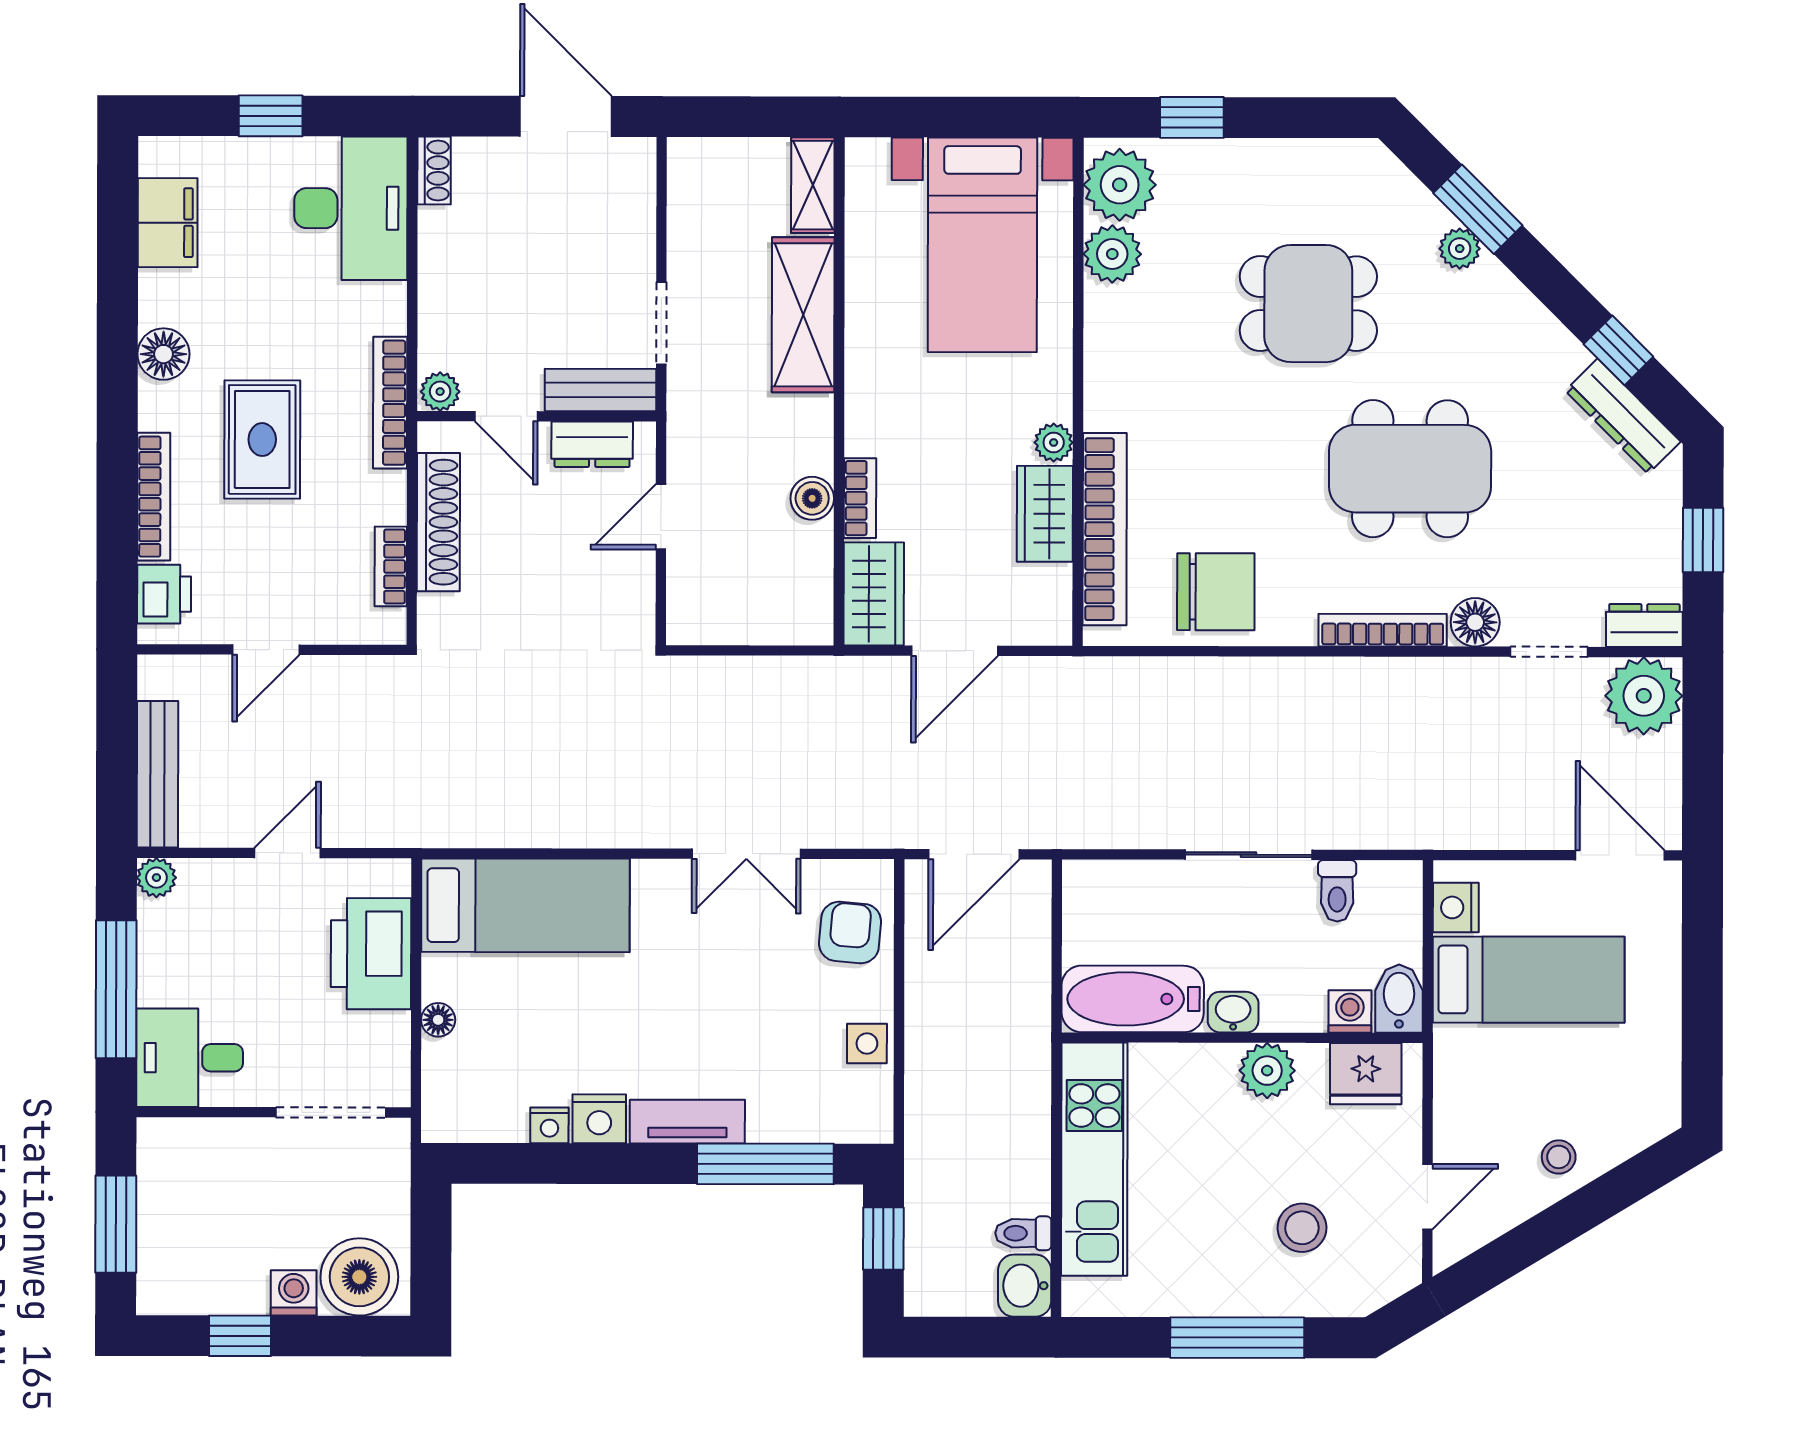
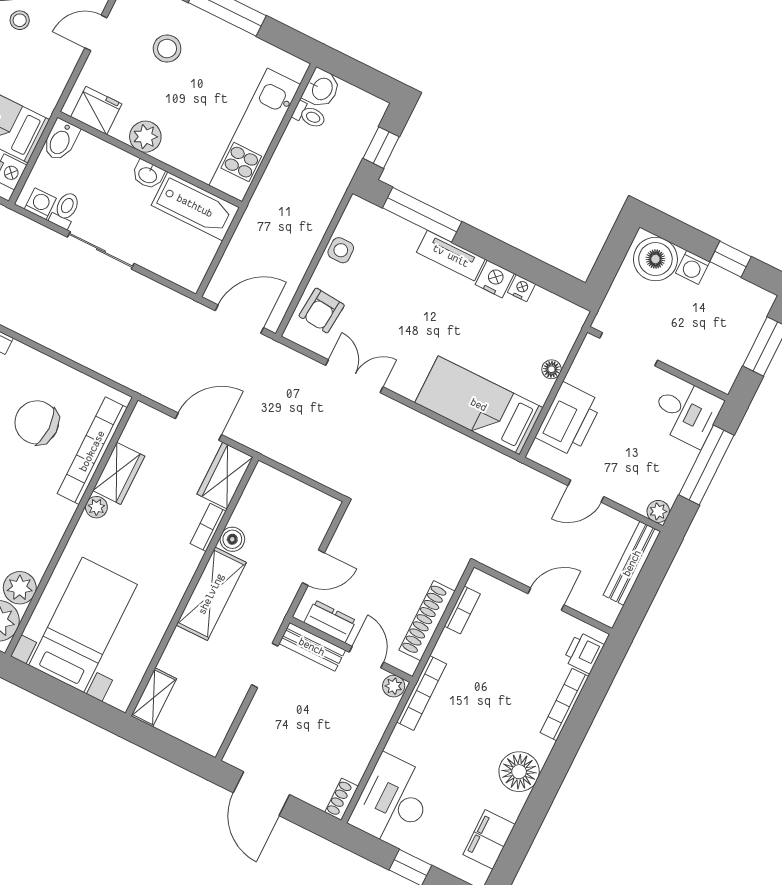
shelving: (803, 315) -> (211, 594), moved
floor lamp: (163, 354) -> (519, 772), width x1.38, depth x1.38
rug: (262, 440) -> (495, 706), removed
chair: (1216, 592) -> (37, 422), moved
washing machine: (1350, 1011) -> (40, 204), moved, turned 180

